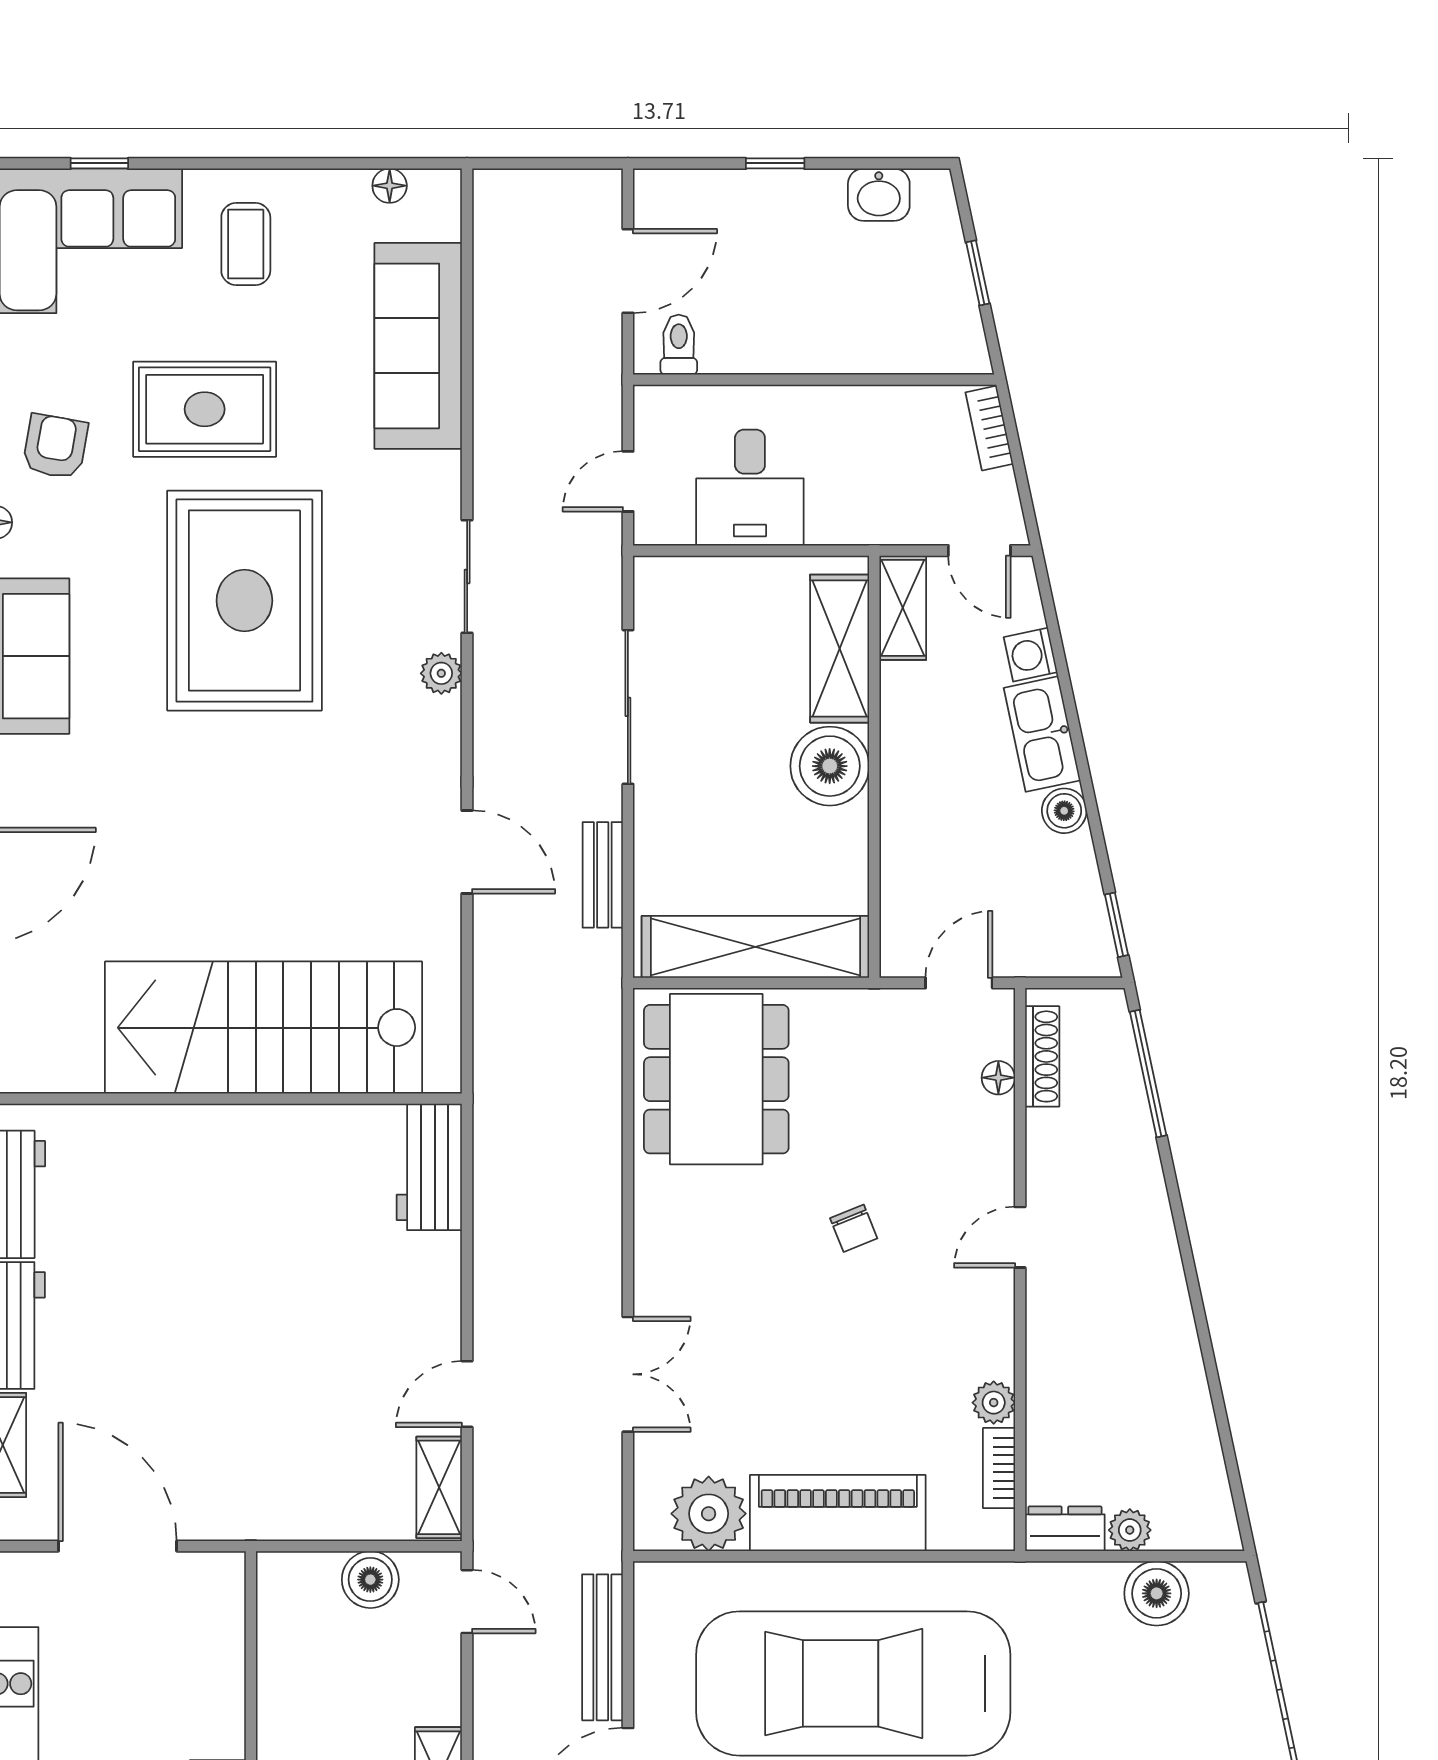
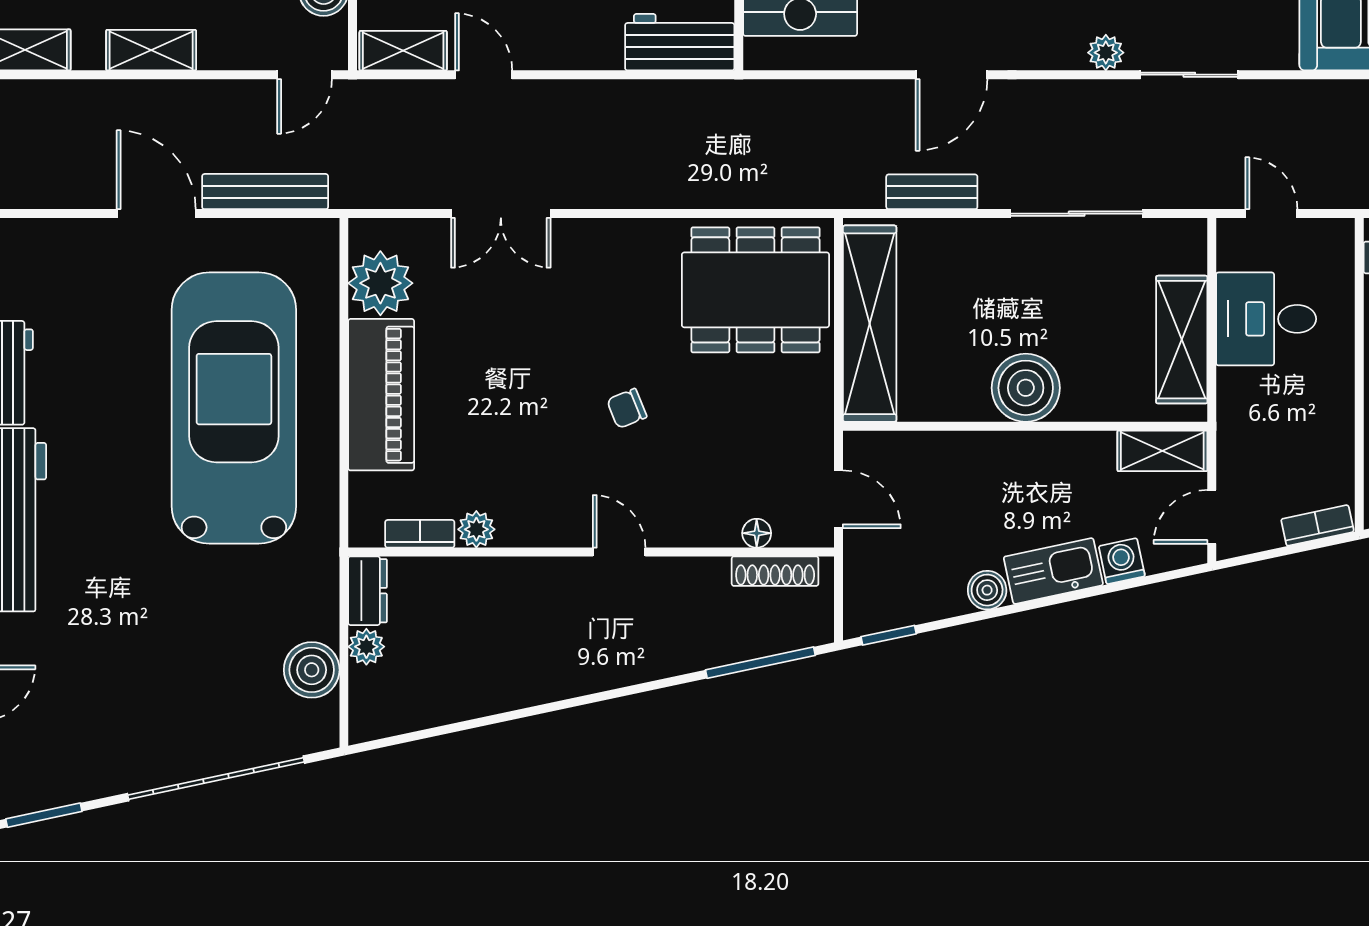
shelving: (840, 649) -> (1182, 340), moved, turned 90

